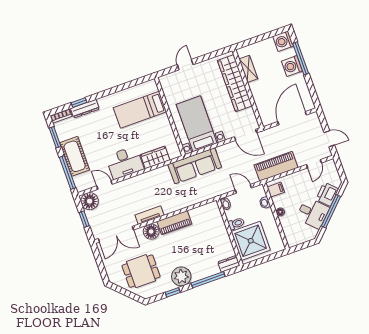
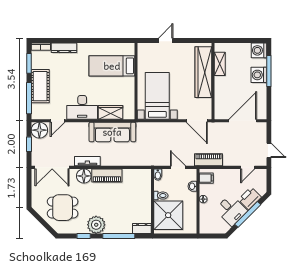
window: (79, 103) -> (61, 40), removed
sofa: (195, 166) -> (112, 132), moved
piano: (276, 166) -> (209, 160), width x0.73, depth x0.75
door: (105, 185) -> (58, 121), swing flipped

